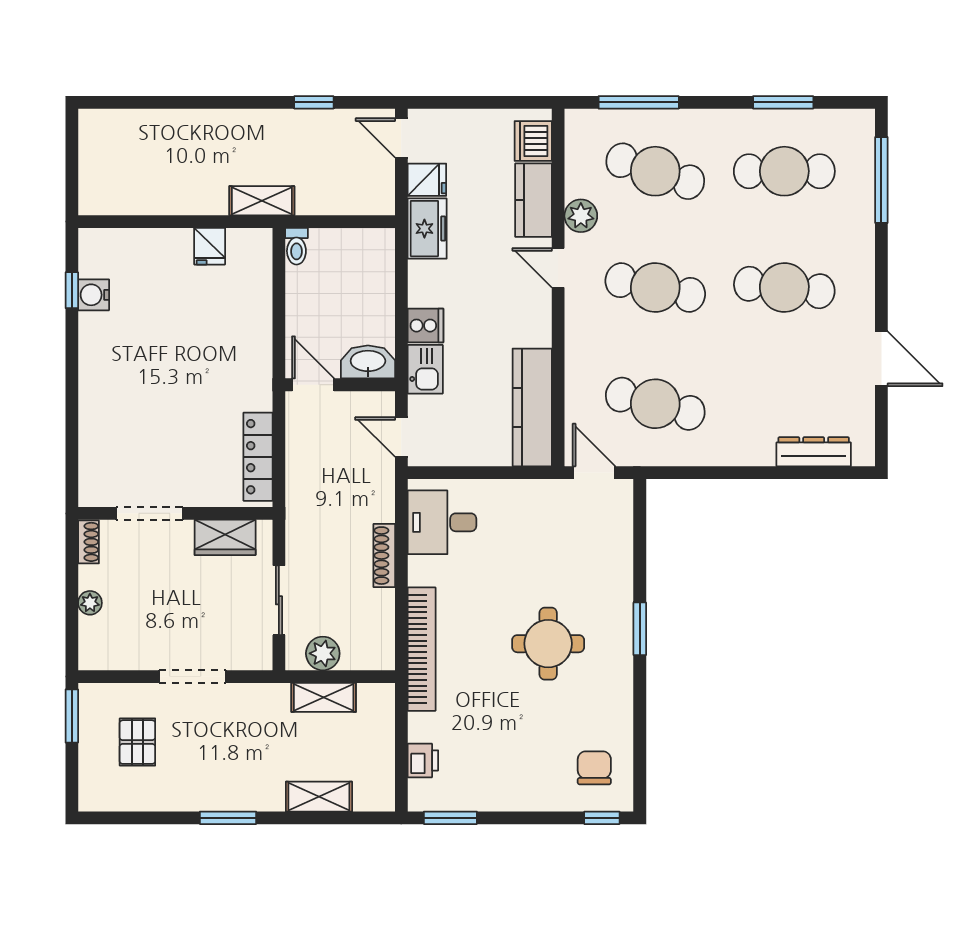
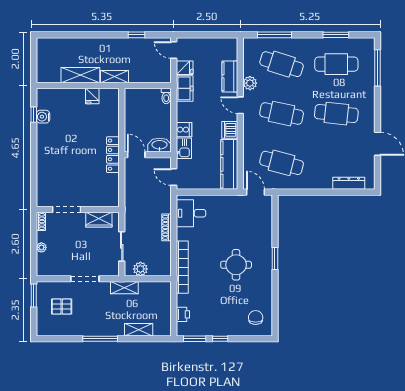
dishwasher: (533, 141) -> (230, 130), moved
shelving: (181, 197) -> (80, 75), added
toilet: (296, 246) -> (166, 96), moved
locker: (258, 457) -> (113, 155), moved
shelving: (324, 697) -> (124, 288), moved
pallet: (137, 742) -> (62, 307), turned 90
window: (228, 818) -> (100, 339), width x1.44
window: (602, 818) -> (220, 339), moved

